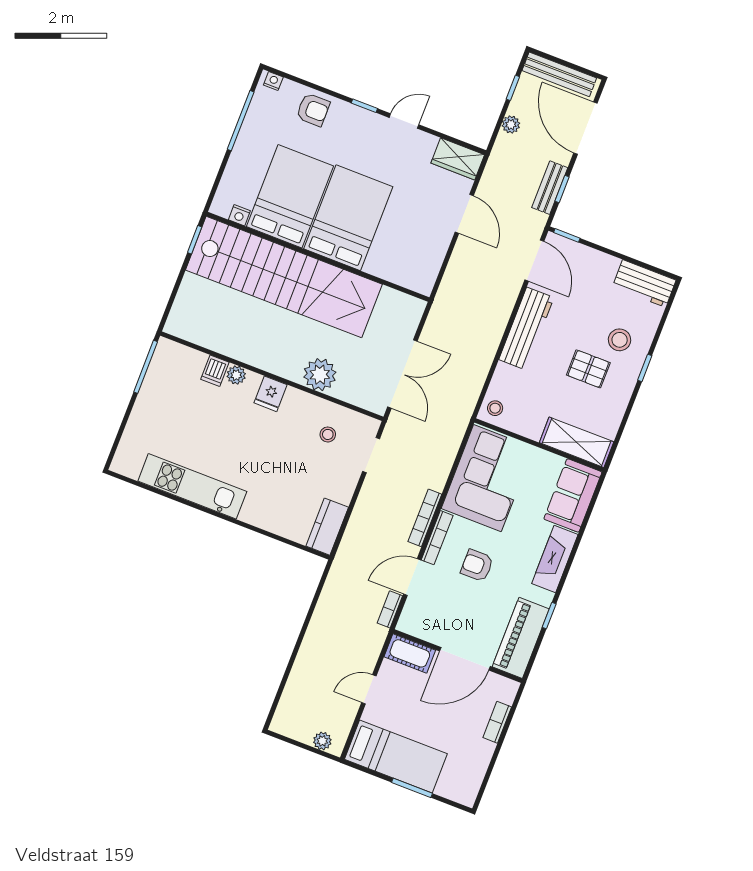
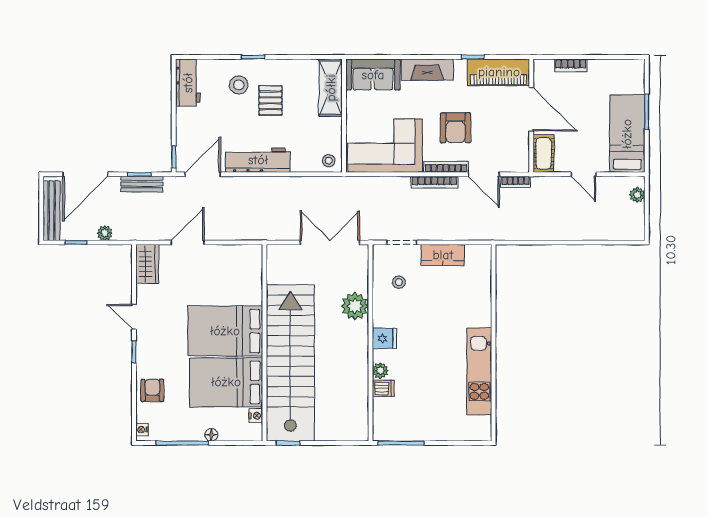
floor lamp: (237, 157) -> (211, 435), added
kitchen counter: (327, 527) -> (443, 255), moved
armchair: (477, 565) -> (456, 128), width x1.38, depth x1.38

